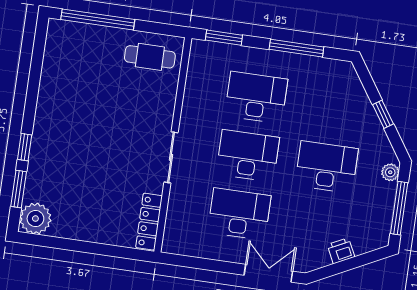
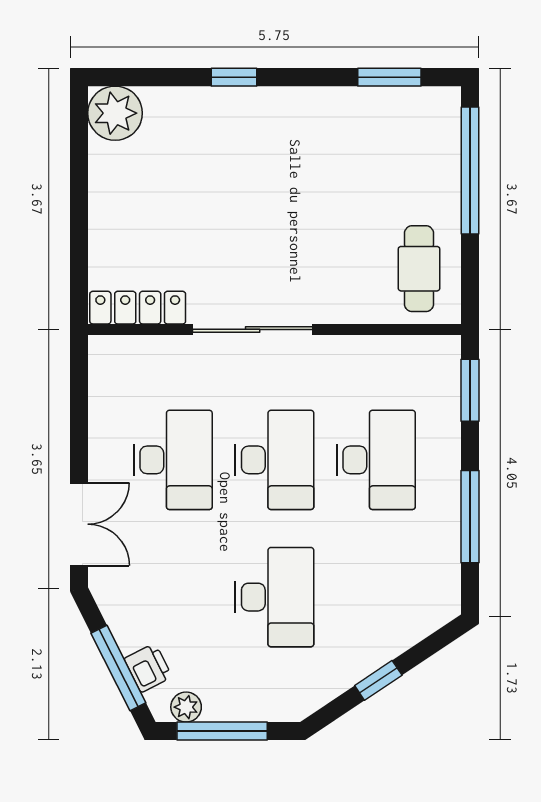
sliding door: (171, 157) -> (253, 329), width x1.37
plant: (390, 172) -> (186, 707), moved
window: (19, 189) -> (389, 77), moved
printer: (341, 251) -> (148, 668), moved
window: (354, 262) -> (118, 668), added

